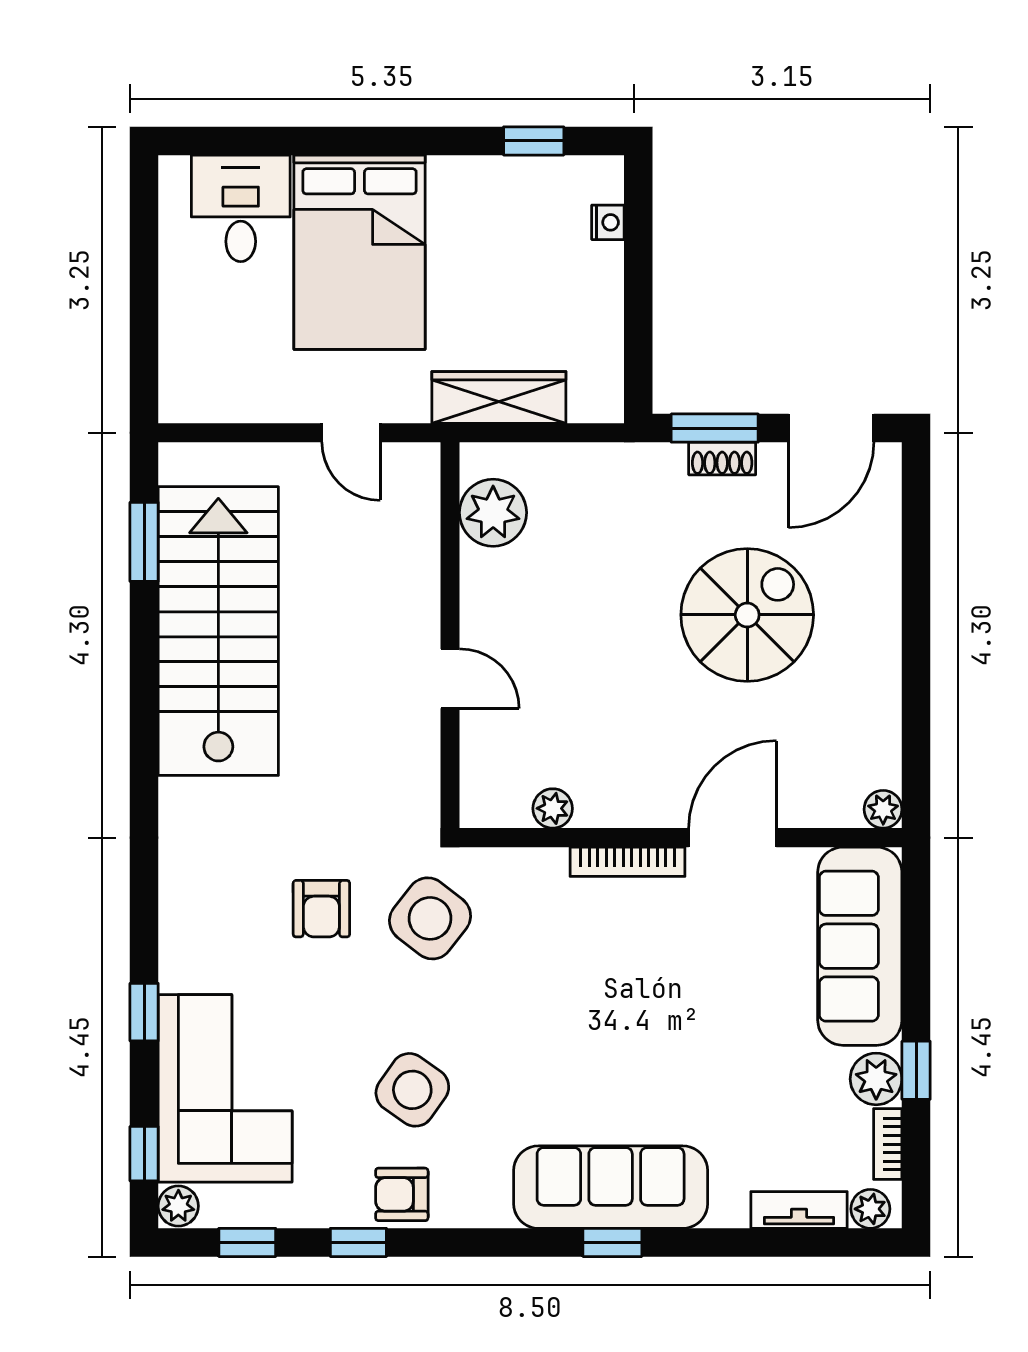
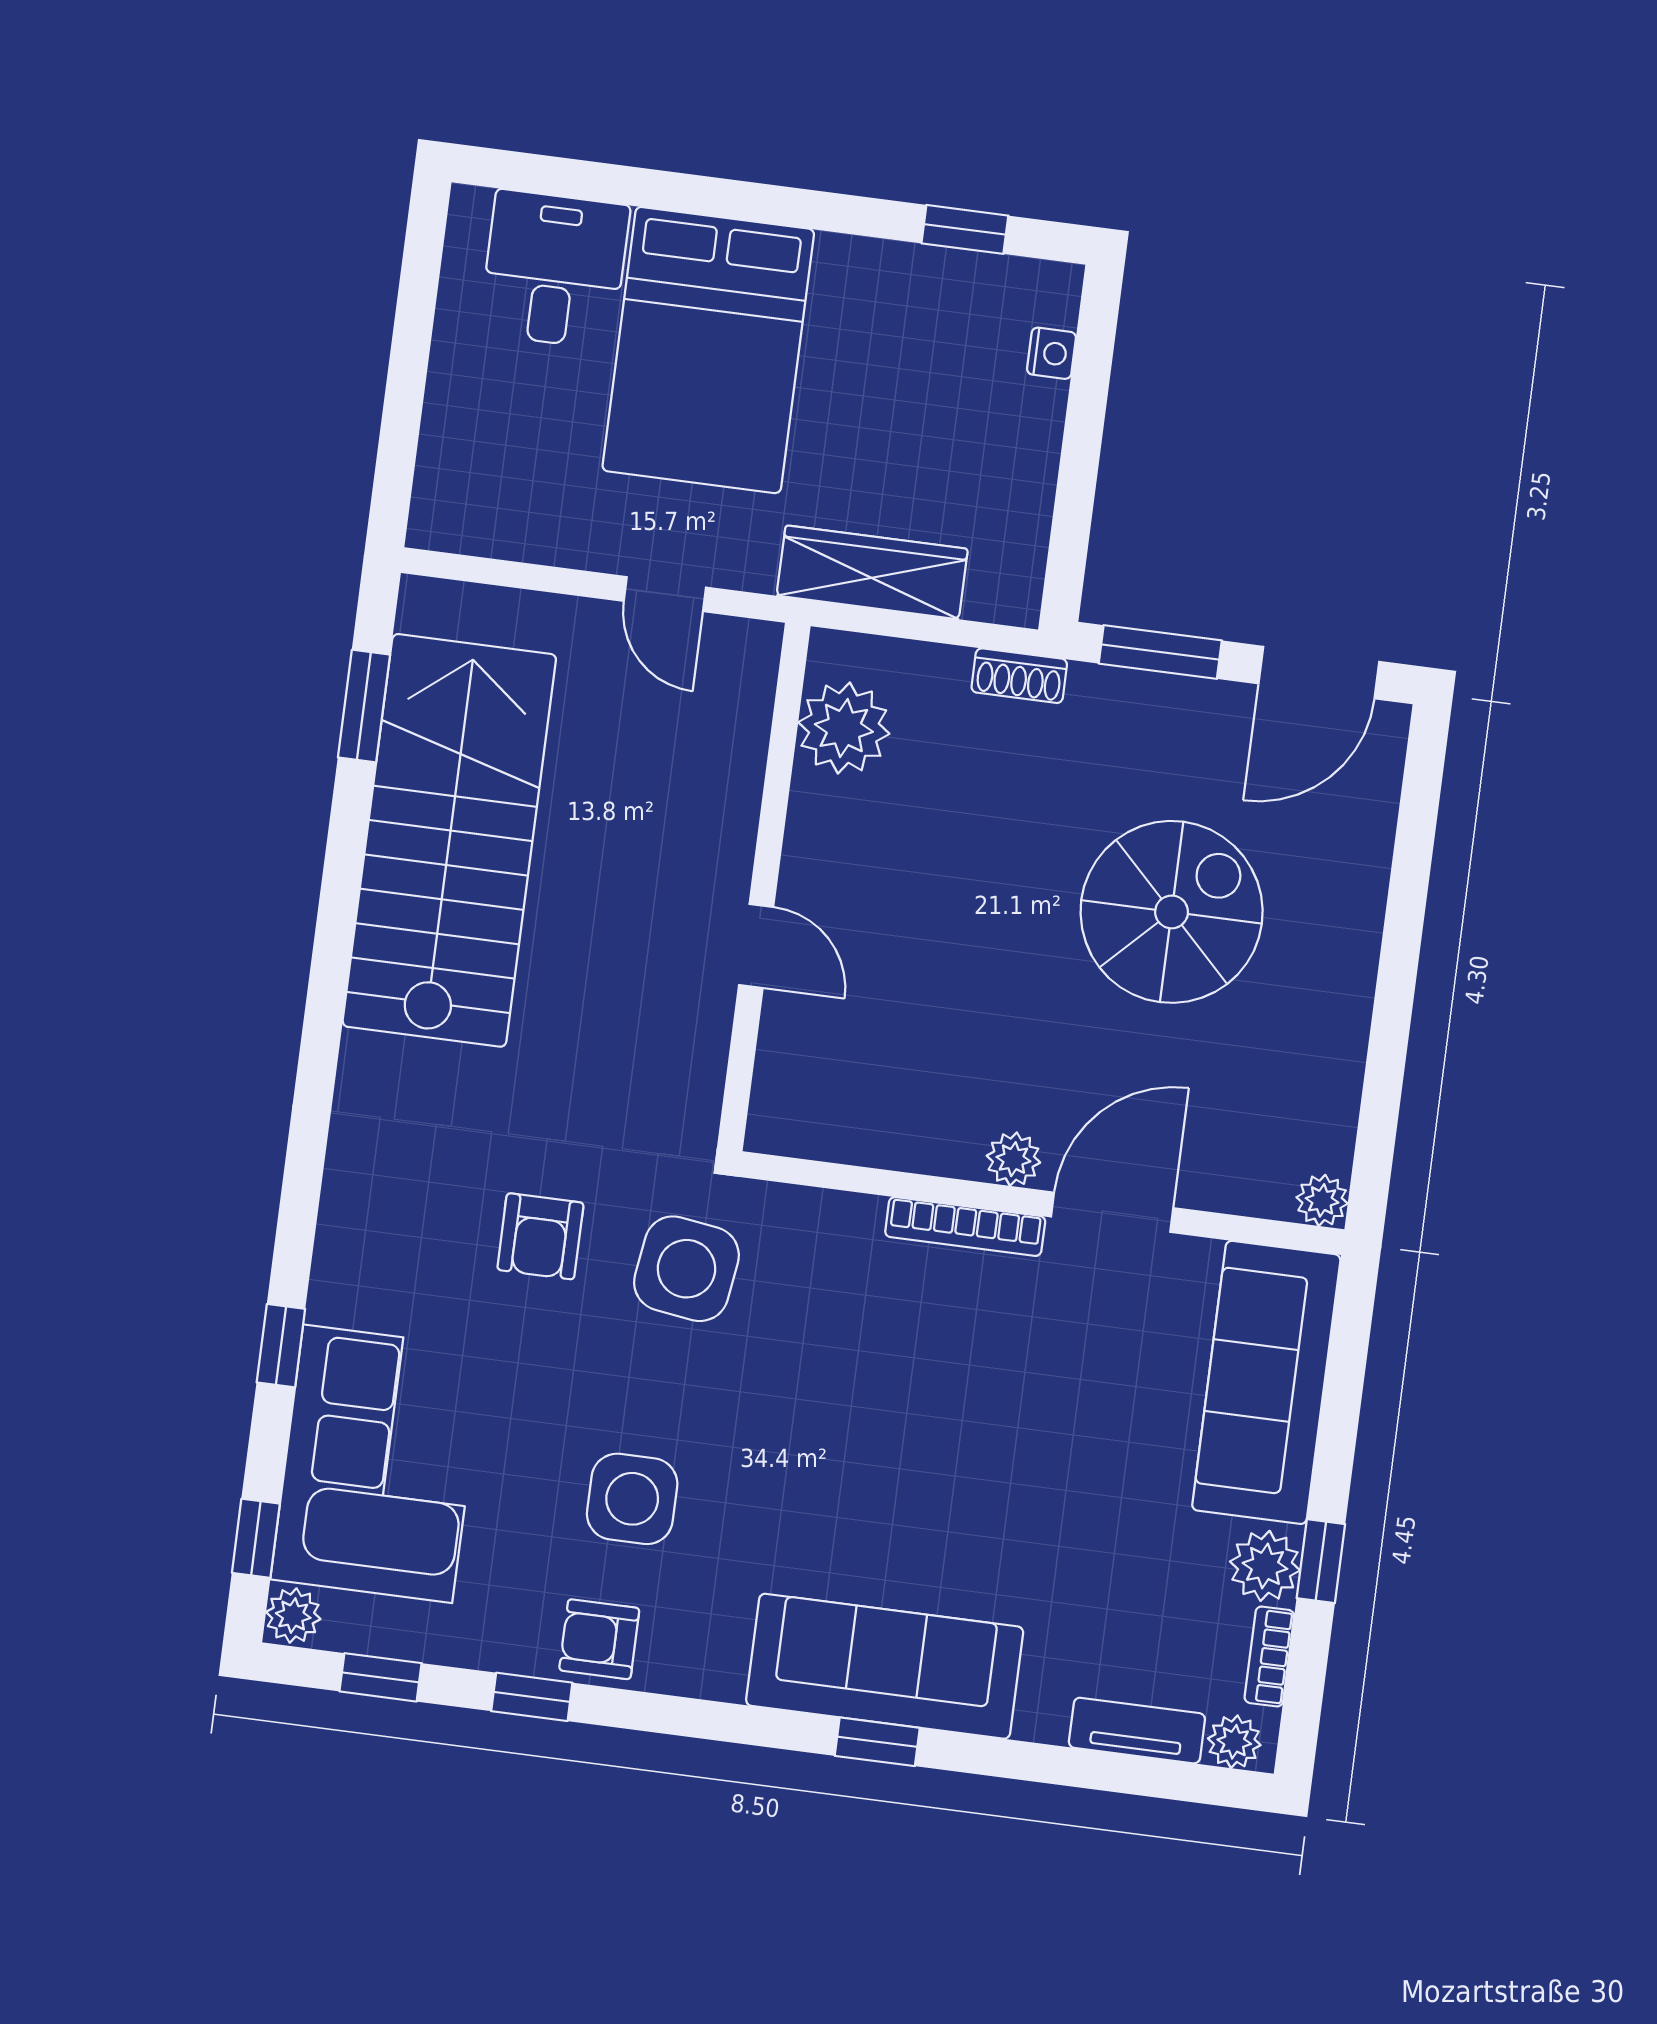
shoe rack: (722, 458) -> (1019, 676), moved
plant: (553, 808) -> (1013, 1159), moved
side table: (430, 918) -> (686, 1269), turned -30
side table: (412, 1090) -> (632, 1499), turned -35

